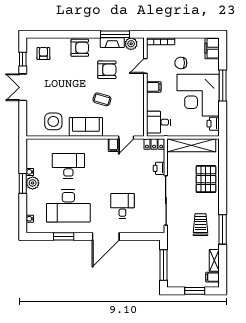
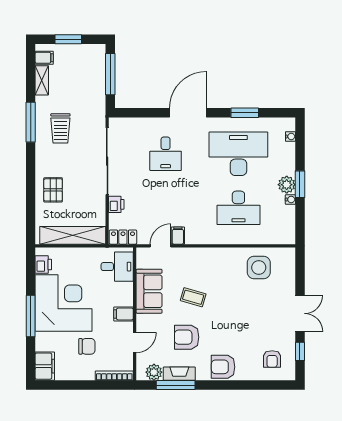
sofa: (86, 127) -> (149, 291), moved, turned -90
pallet: (206, 179) -> (53, 190), width x0.67, depth x0.71

